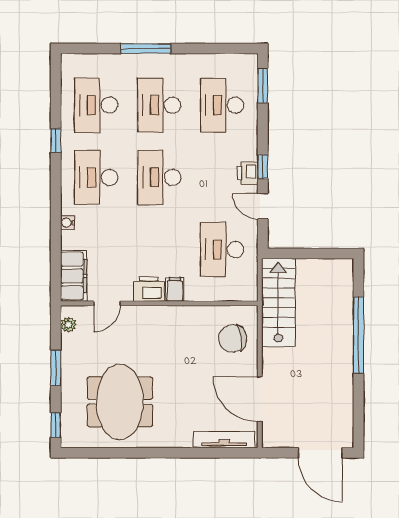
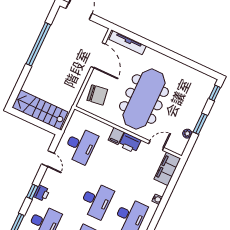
window: (263, 167) -> (32, 192), moved
printer: (248, 173) -> (42, 193), moved
stairs: (278, 303) -> (40, 110), moved, turned 90
plant: (68, 325) -> (187, 134), moved
window: (358, 335) -> (38, 44), moved
meeting table: (120, 402) -> (144, 99), moved, width x1.36

